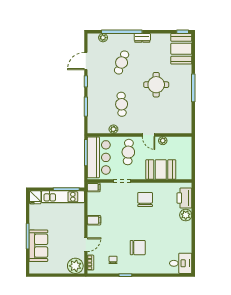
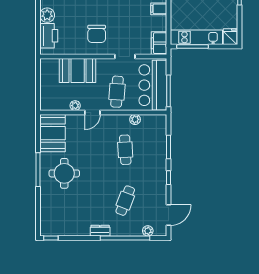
booth: (181, 49) -> (53, 133), moved
door: (86, 61) -> (169, 215), moved
round table: (156, 85) -> (64, 173), moved
door: (149, 135) -> (92, 112), swing flipped
filing cabinet: (94, 187) -> (159, 43), width x2.00

